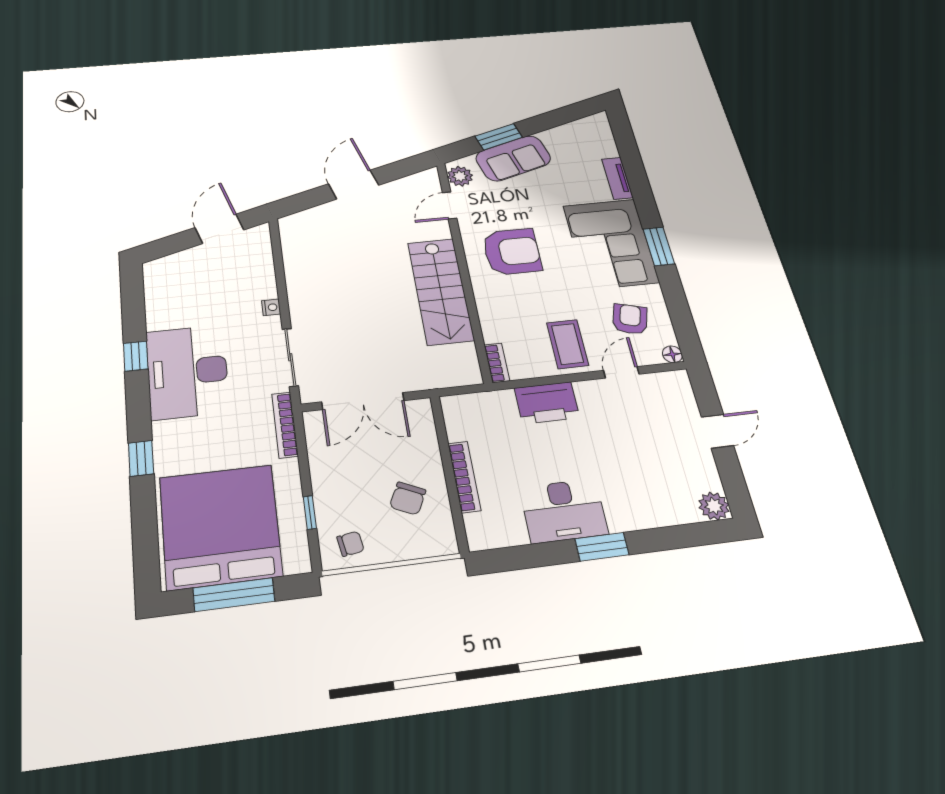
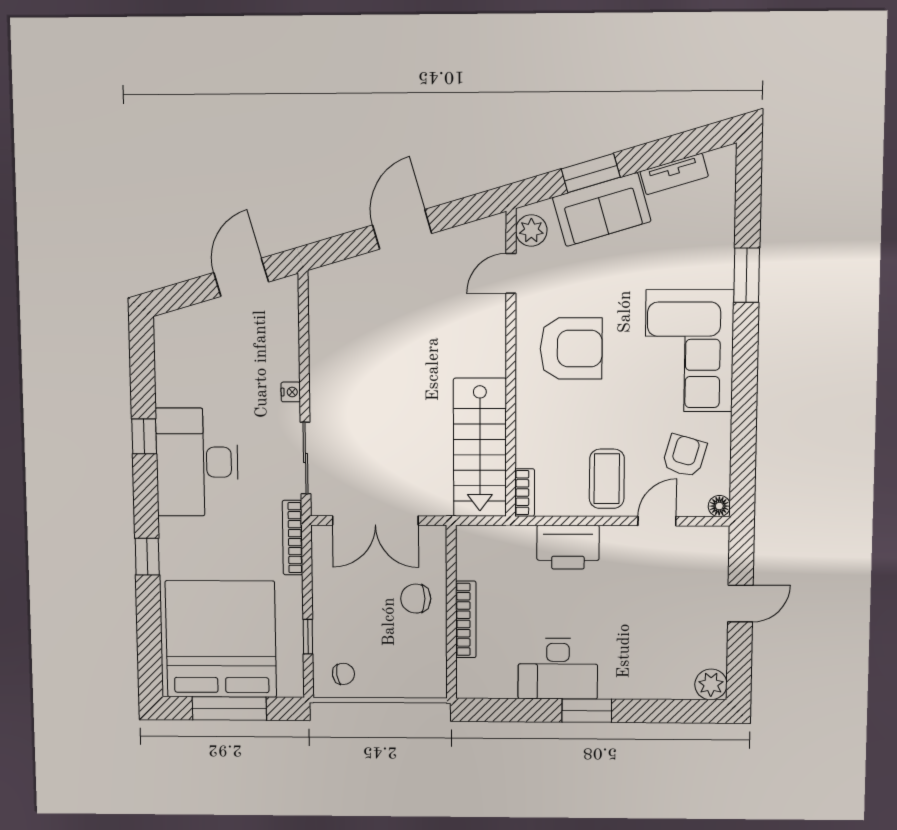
tv unit: (617, 178) -> (674, 174), moved, turned -106
window: (659, 246) -> (747, 275), moved
stairs: (441, 291) -> (480, 447), moved
chair: (408, 499) -> (416, 599), moved, turned 64

